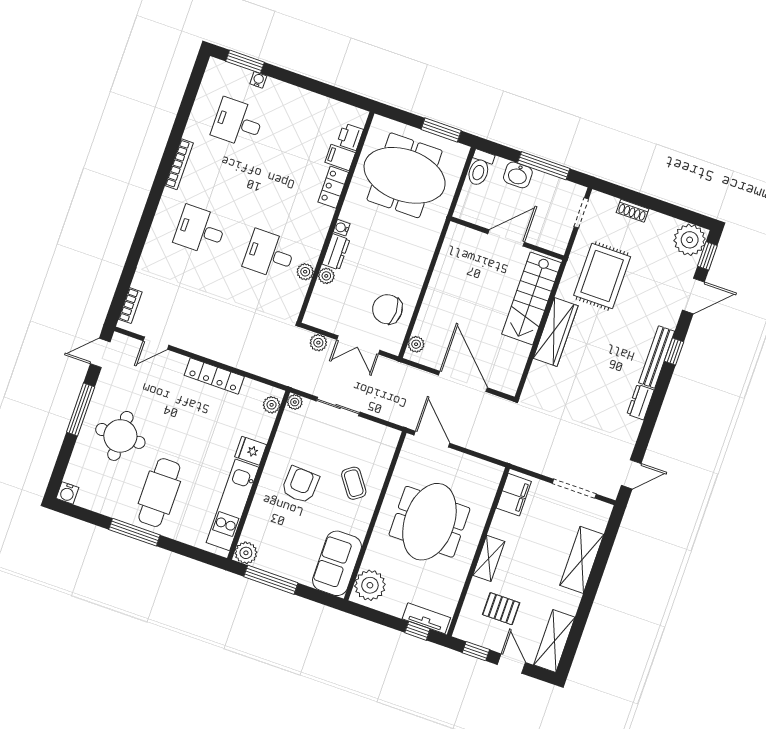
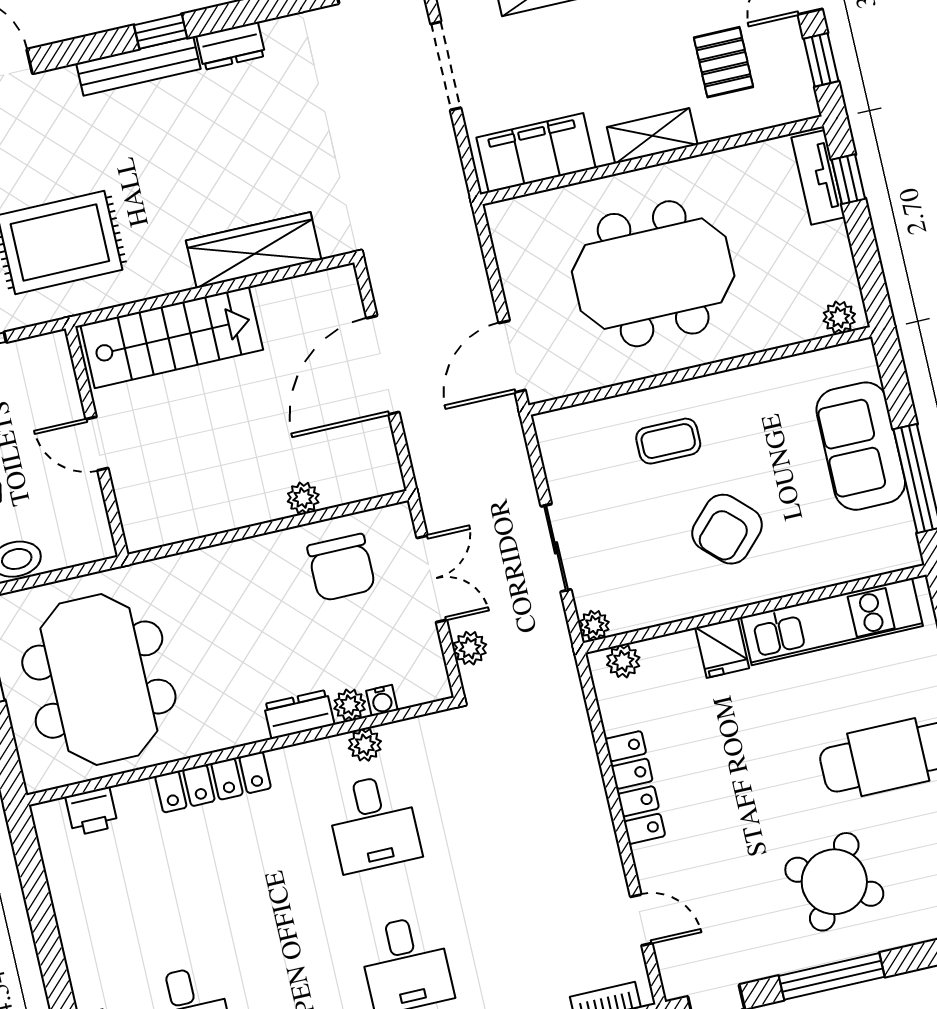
filing cabinet: (340, 157) -> (137, 806), removed
locker: (333, 187) -> (213, 782), width x1.53
water cooler: (342, 228) -> (382, 700), moved
door: (506, 238) -> (97, 444), width x0.73
wardrobe: (556, 332) -> (254, 250), moved
plant: (416, 344) -> (303, 498), moved
window: (674, 352) -> (161, 31), moved
round table: (120, 436) -> (834, 882), turned 31
coffee table: (354, 483) -> (668, 441), turned 36
armchair: (300, 485) -> (727, 529), turned -49
filing cabinet: (514, 495) -> (536, 153), width x1.50, depth x1.17
plant: (246, 553) -> (898, 549), removed
sofa: (337, 563) -> (861, 446), moved, turned 90
plant: (370, 585) -> (839, 317), width x0.53, depth x0.53

